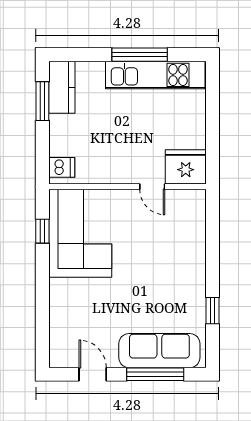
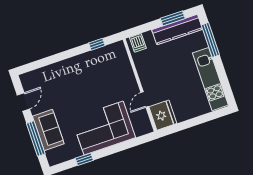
window: (140, 55) -> (210, 40), moved
kitchen counter: (62, 87) -> (177, 30), width x1.50
corner sofa: (80, 233) -> (104, 128), moved, turned 180
sofa: (159, 351) -> (48, 130), width x0.73

